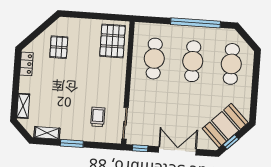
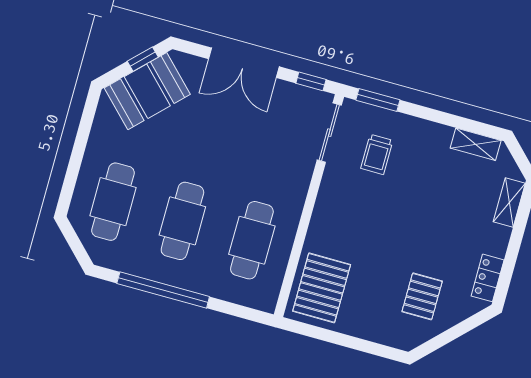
window: (72, 143) -> (378, 100), moved

